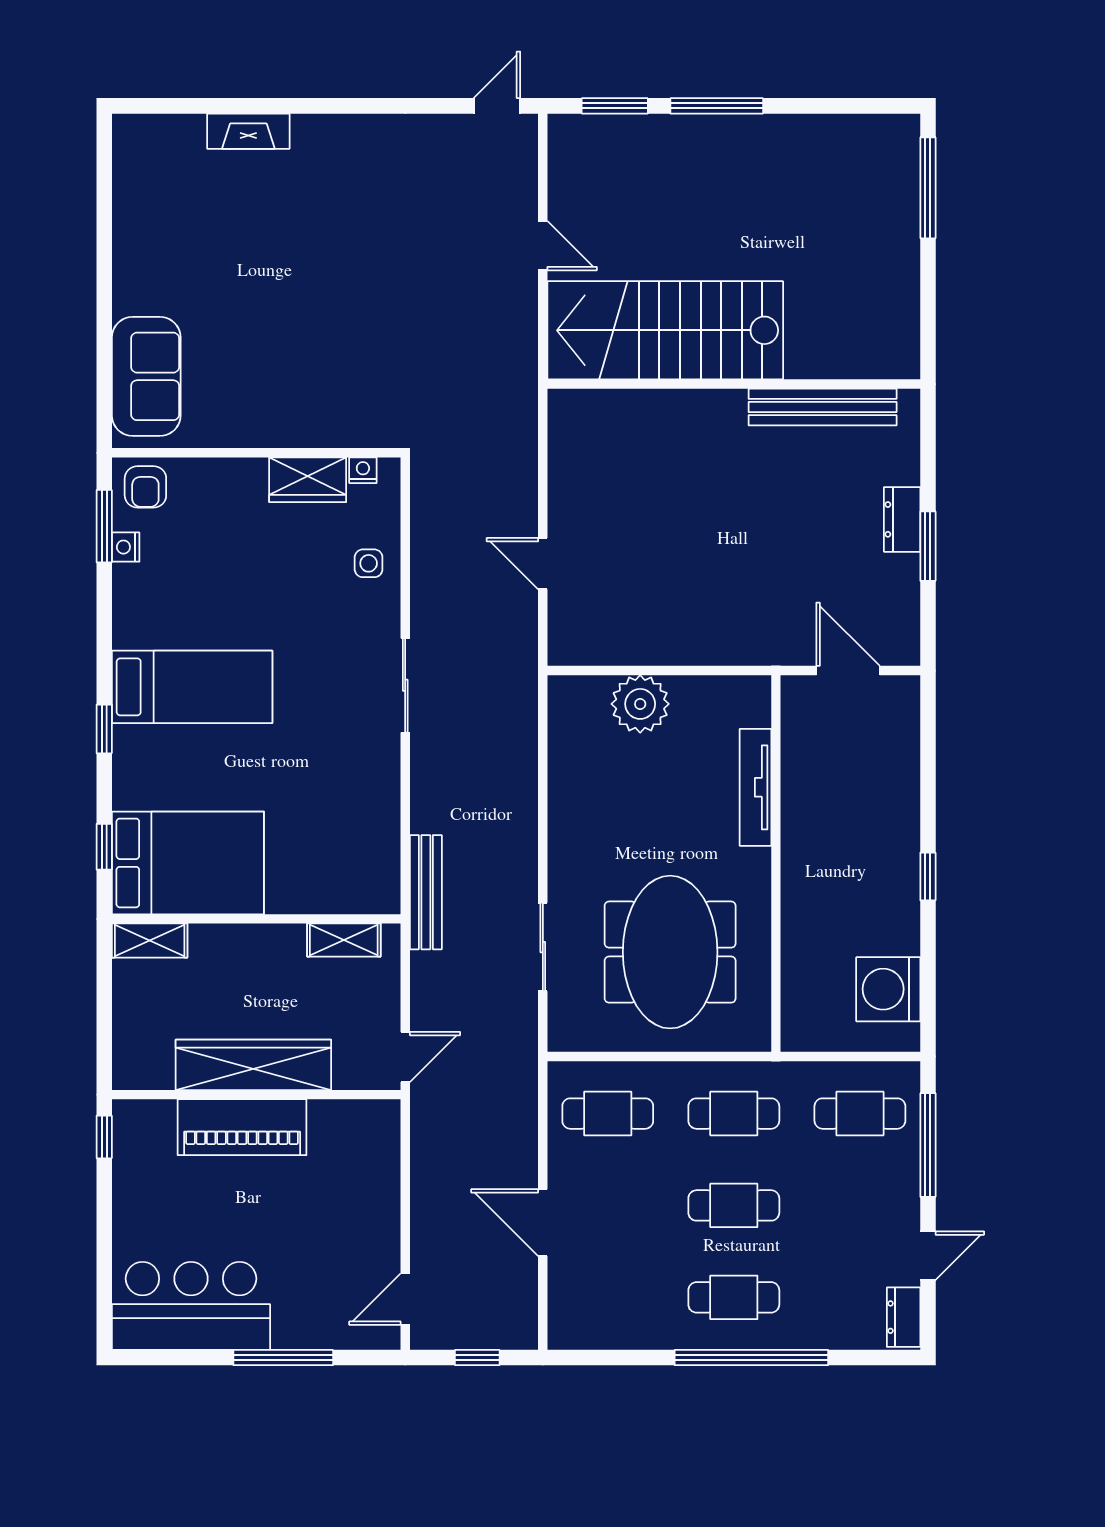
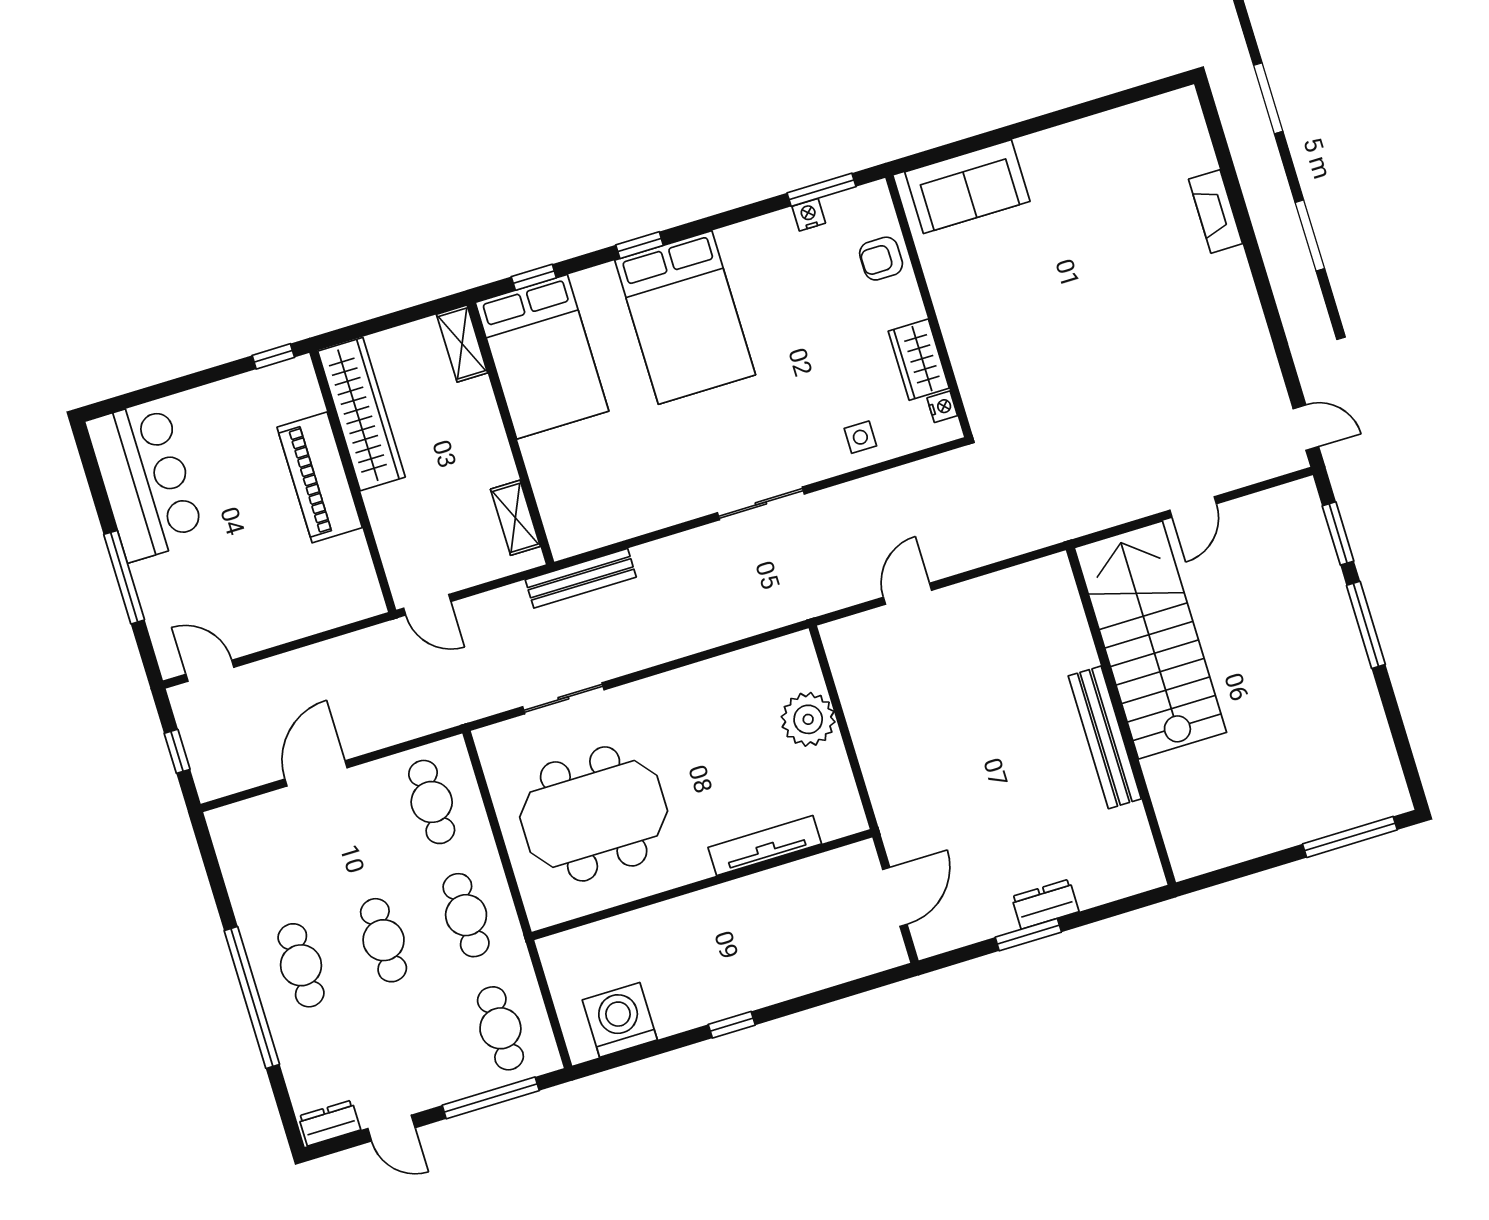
bench: (823, 407) -> (1105, 737), moved
armchair: (145, 487) -> (881, 259), moved
bed: (192, 687) -> (685, 317), width x1.50
wardrobe: (253, 1065) -> (362, 414), moved

